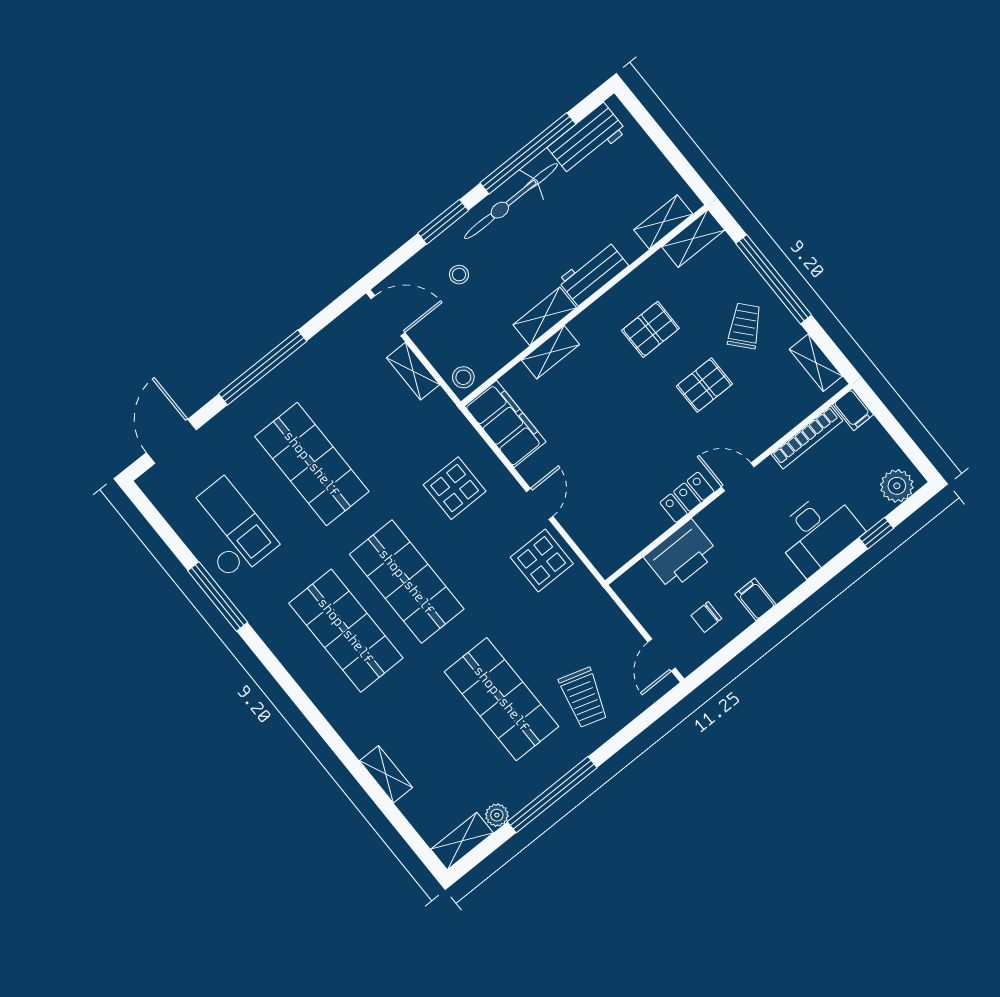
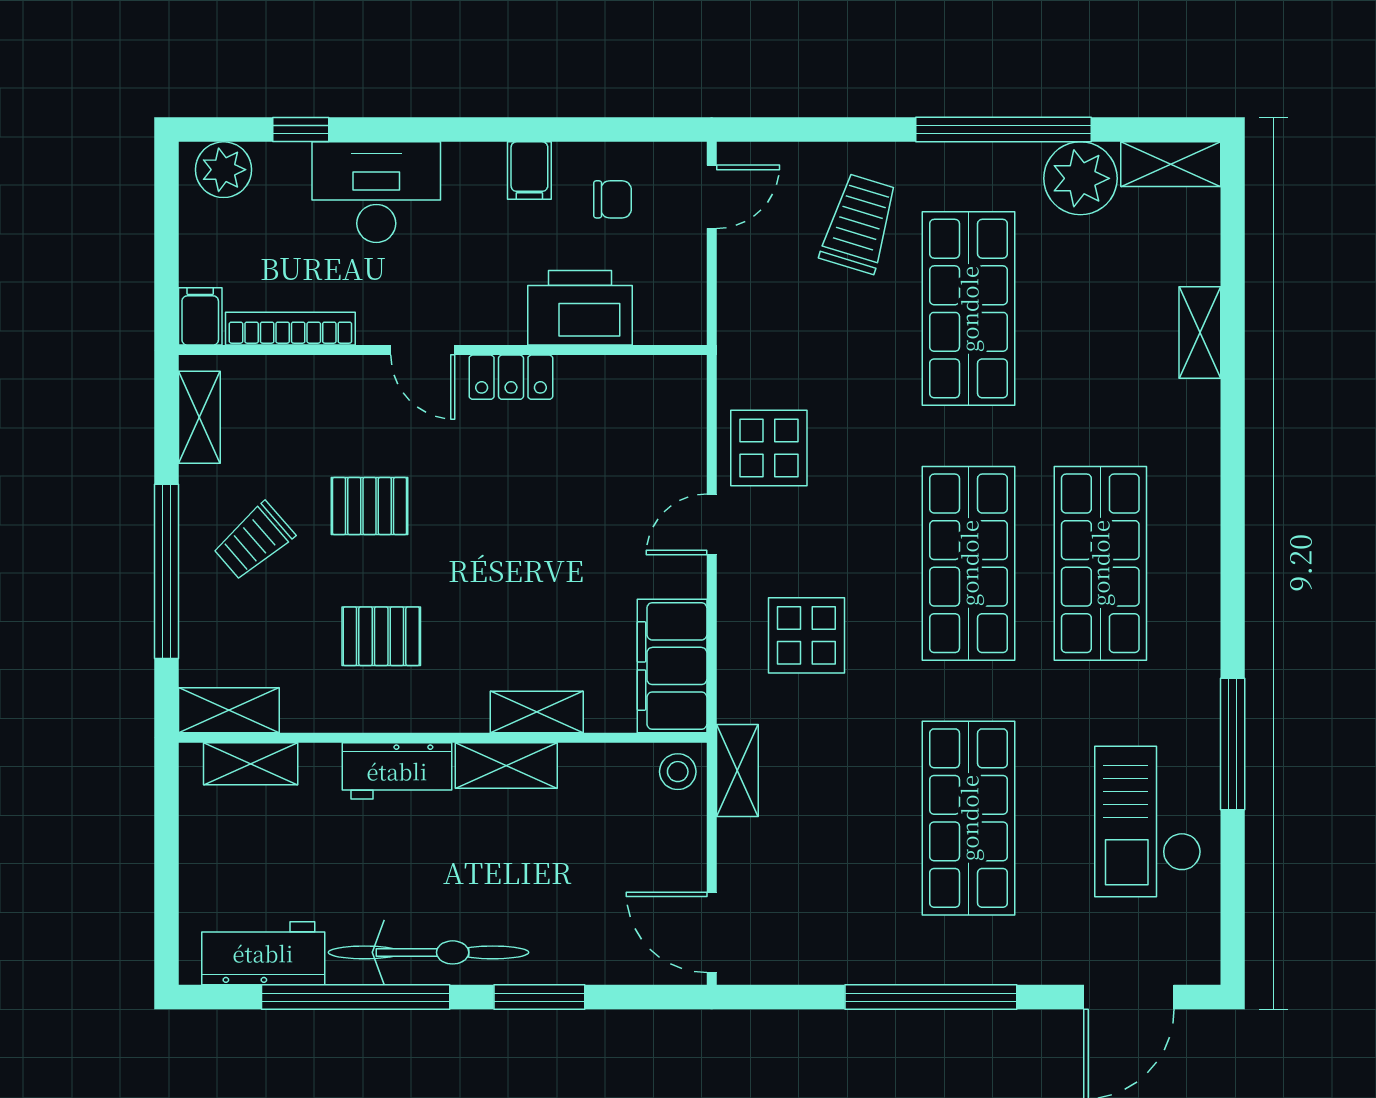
stool: (459, 275) -> (575, 911), removed
shelving: (413, 371) -> (737, 771), moved
plant: (497, 815) -> (1080, 178), width x1.88, depth x1.88

